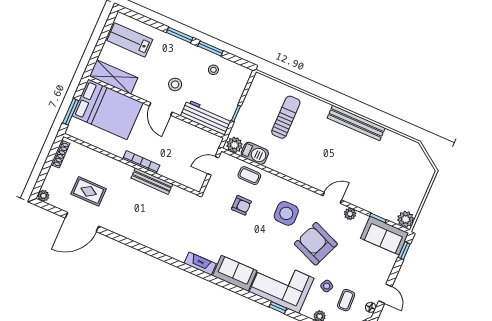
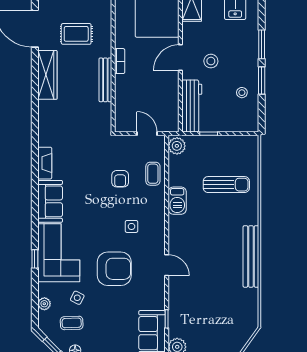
barbecue: (255, 153) -> (177, 201), moved
bookcase: (141, 162) -> (120, 61), width x0.64
rug: (89, 191) -> (76, 34), moved, turned 90
side table: (286, 213) -> (132, 226), width x0.54, depth x0.54
plant: (350, 214) -> (159, 290), removed
wardrobe: (126, 229) -> (47, 75), added
armchair: (316, 244) -> (114, 269), turned 68

